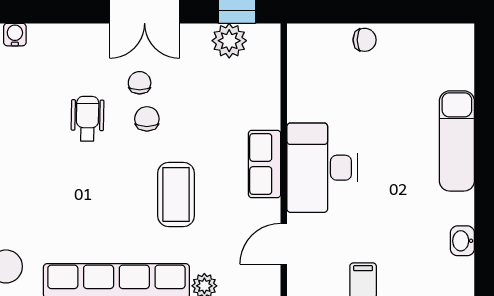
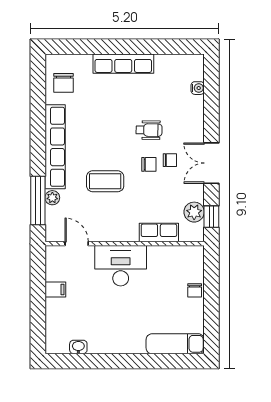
exam couch: (457, 141) -> (175, 344), moved
row of seats: (265, 164) -> (159, 233), moved

